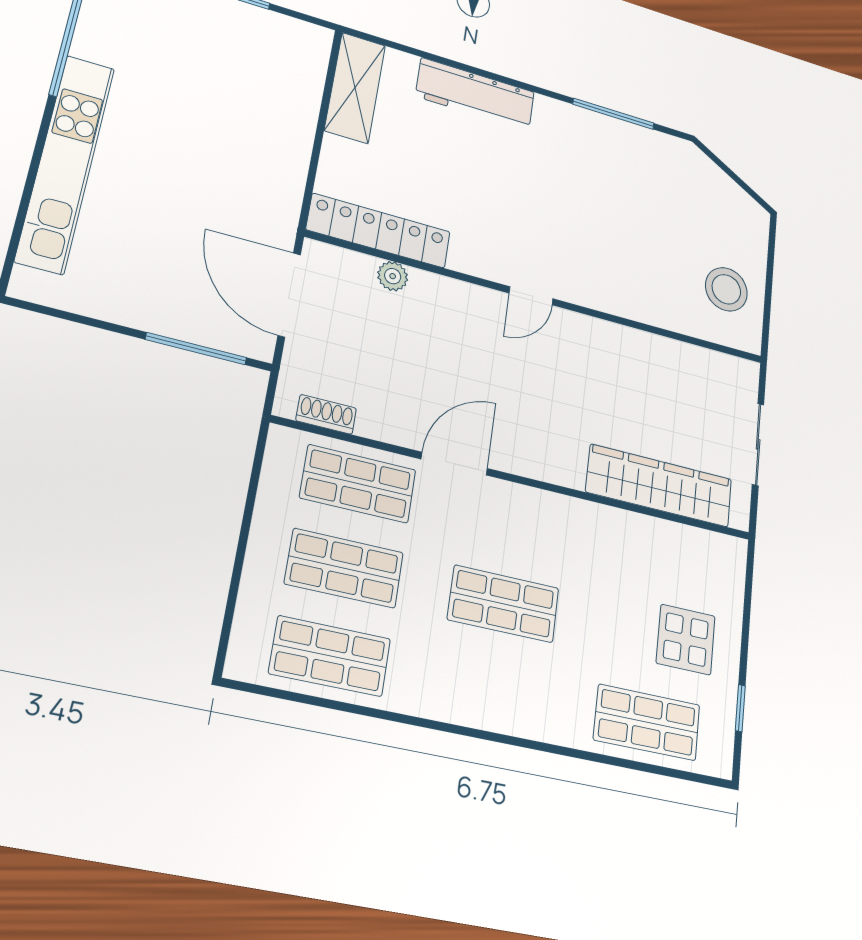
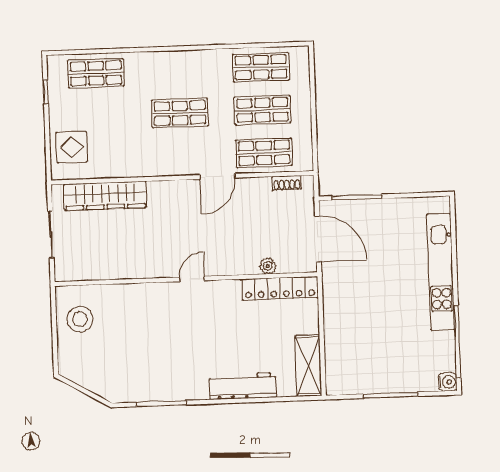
display table: (686, 640) -> (72, 147), moved

